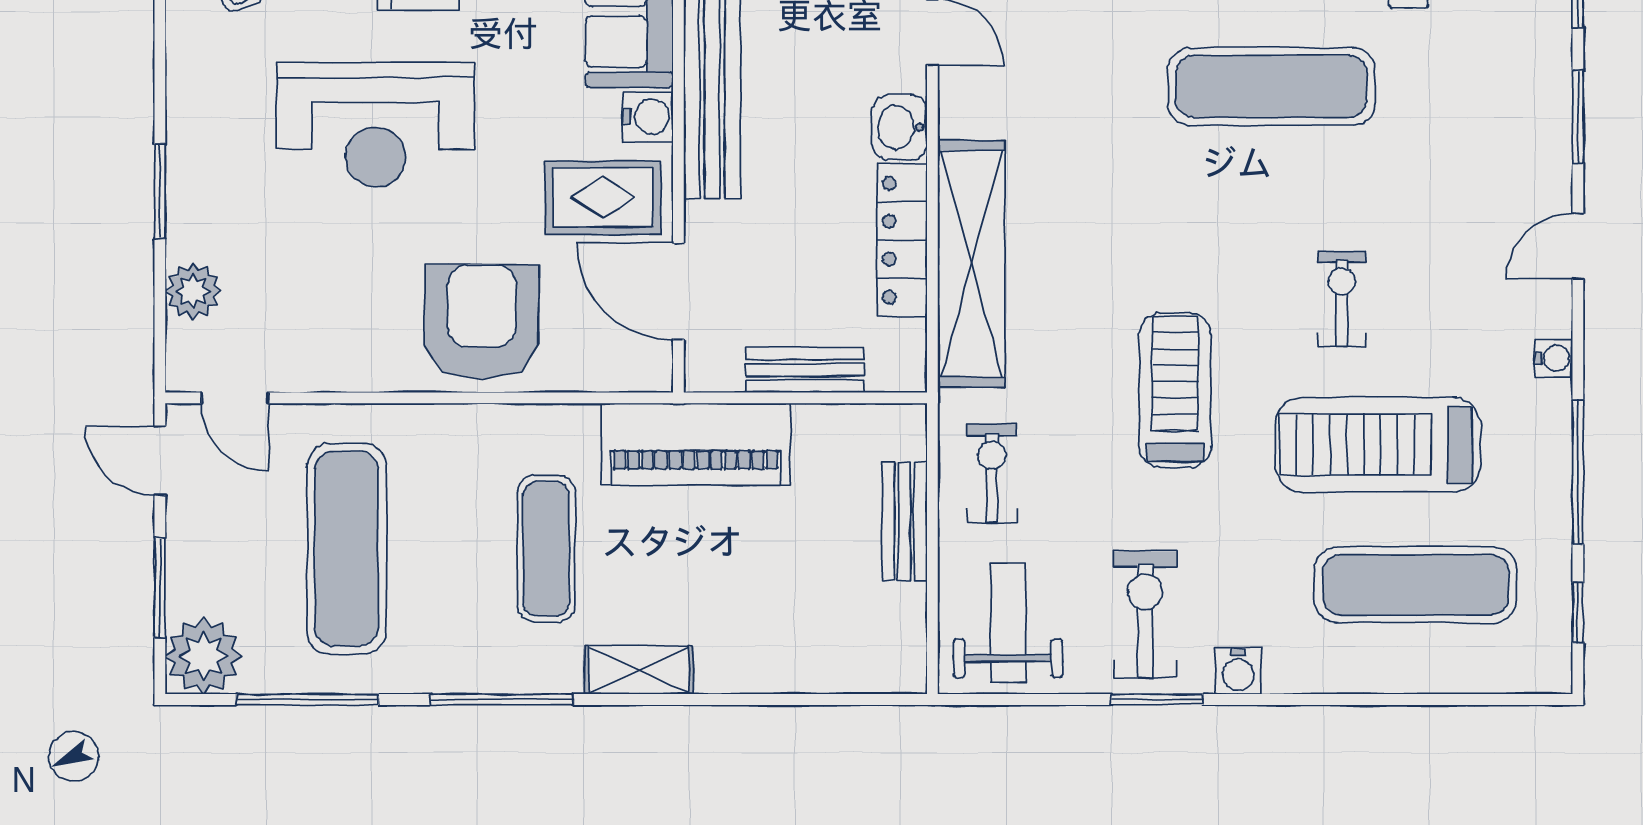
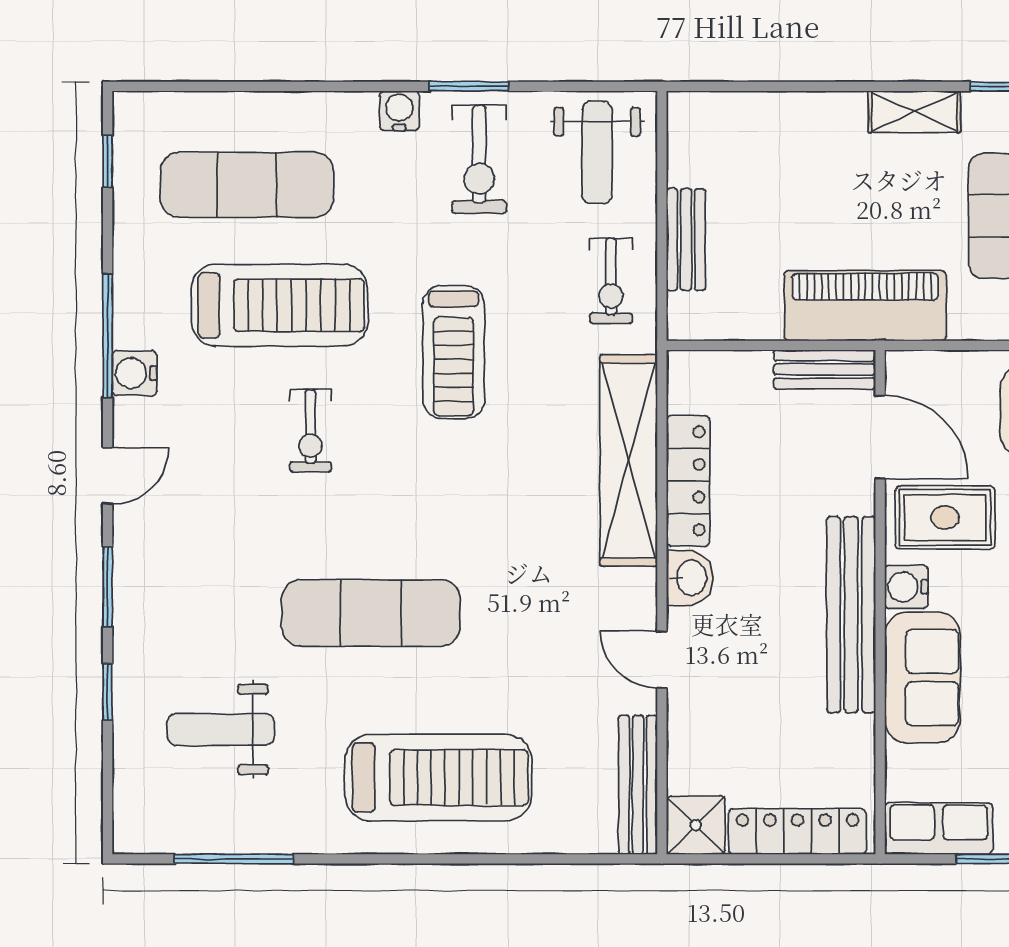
water cooler: (1554, 358) -> (135, 373), width x1.38, depth x1.38
bench: (805, 370) -> (825, 369), moved
window: (1578, 472) -> (108, 336), moved

